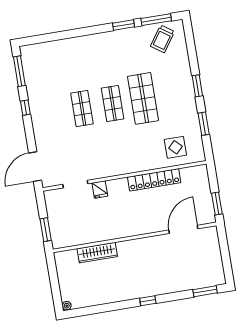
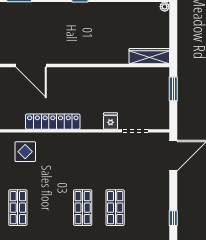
shop shelf: (143, 98) -> (18, 208), moved, width x0.70, depth x0.74
door: (183, 229) -> (31, 66), hinge flipped
wardrobe: (97, 253) -> (149, 56), moved

